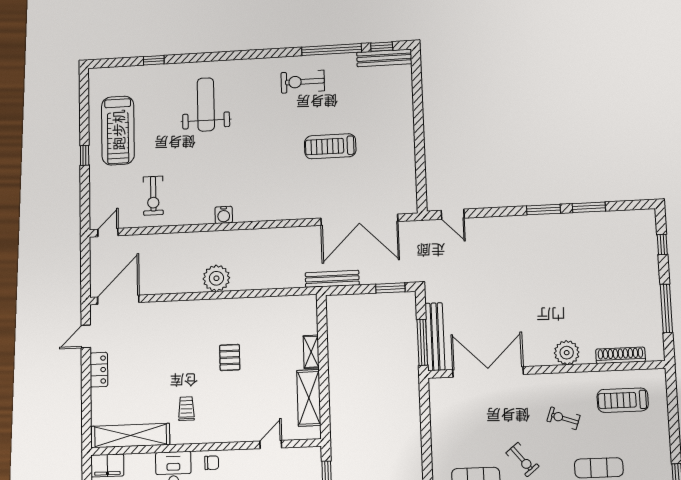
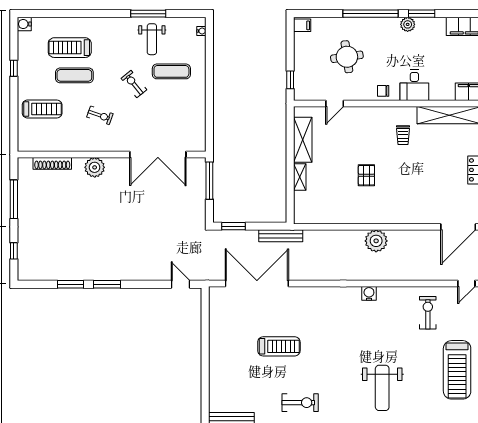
treadmill: (118, 130) -> (457, 370), turned 180
bench: (435, 337) -> (199, 185), removed
treadmill: (623, 400) -> (42, 109), moved

